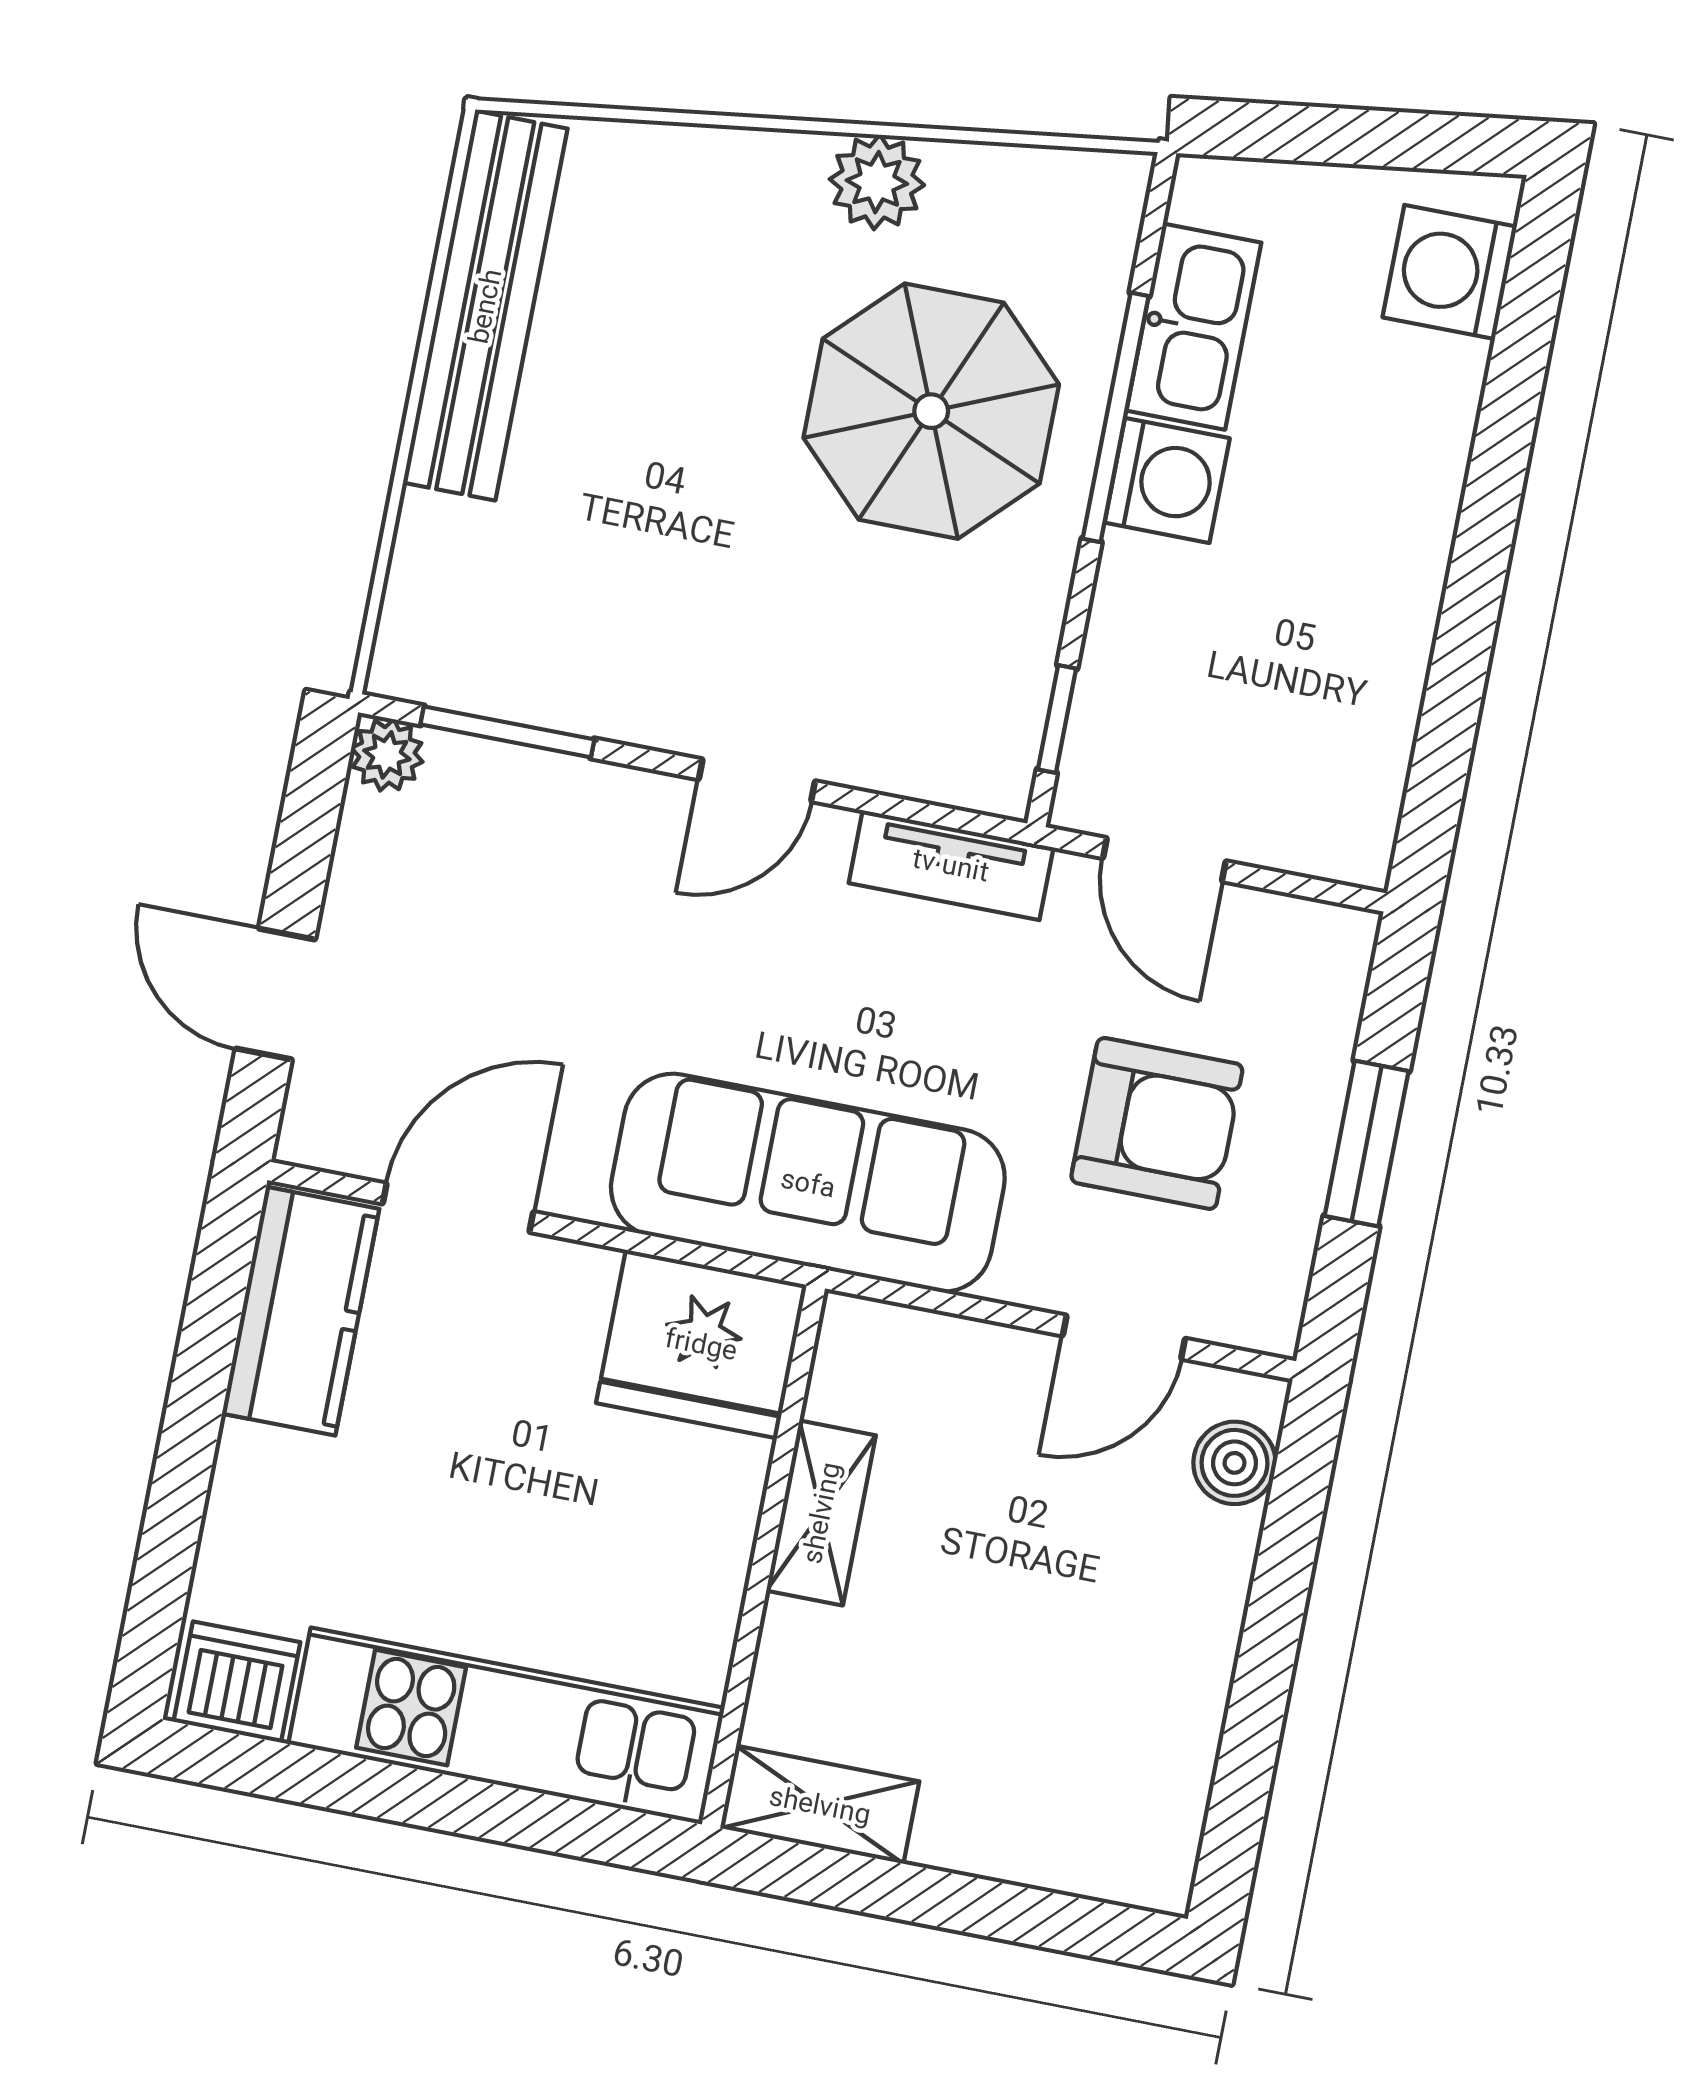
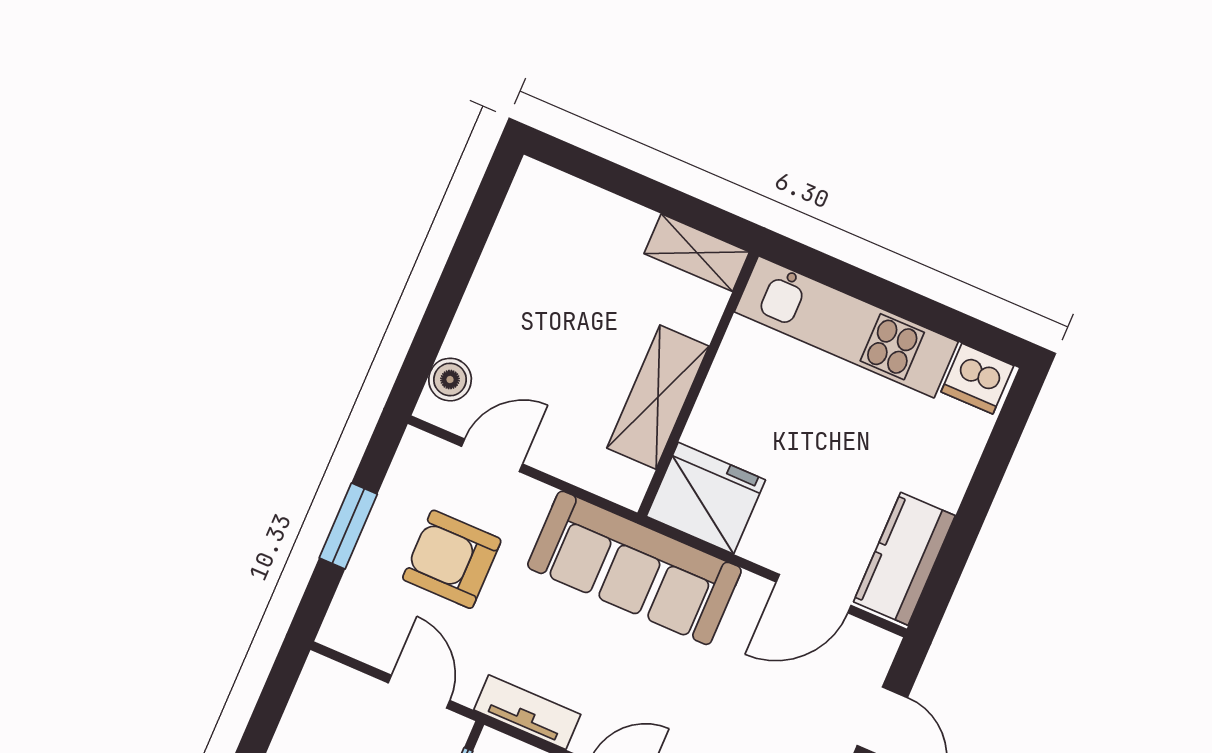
shelving: (821, 1513) -> (658, 397), width x1.50, depth x1.33

